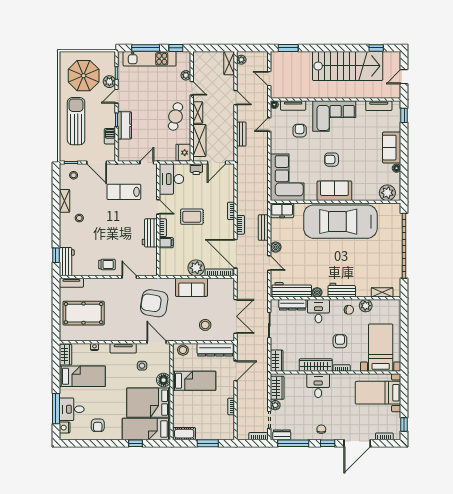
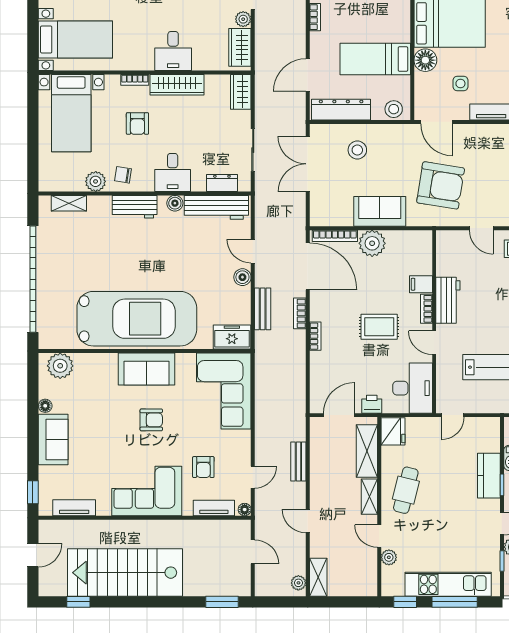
dresser: (292, 305) -> (222, 183), width x0.70

